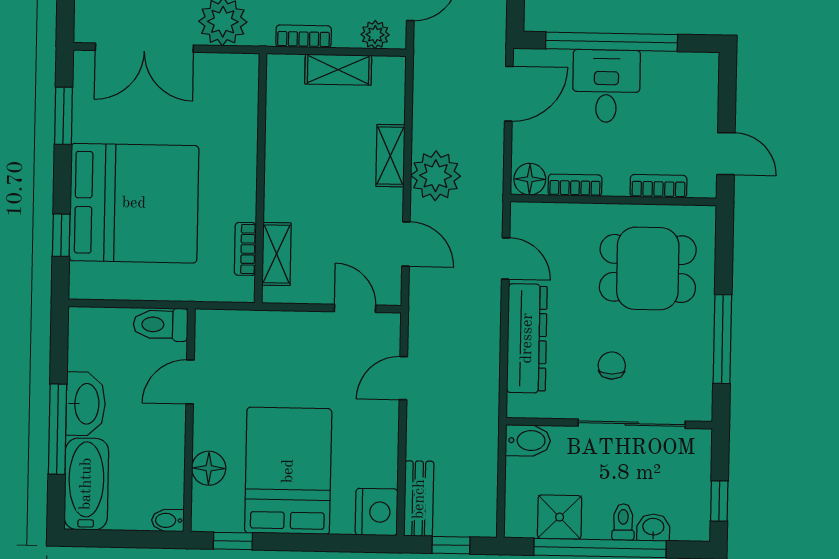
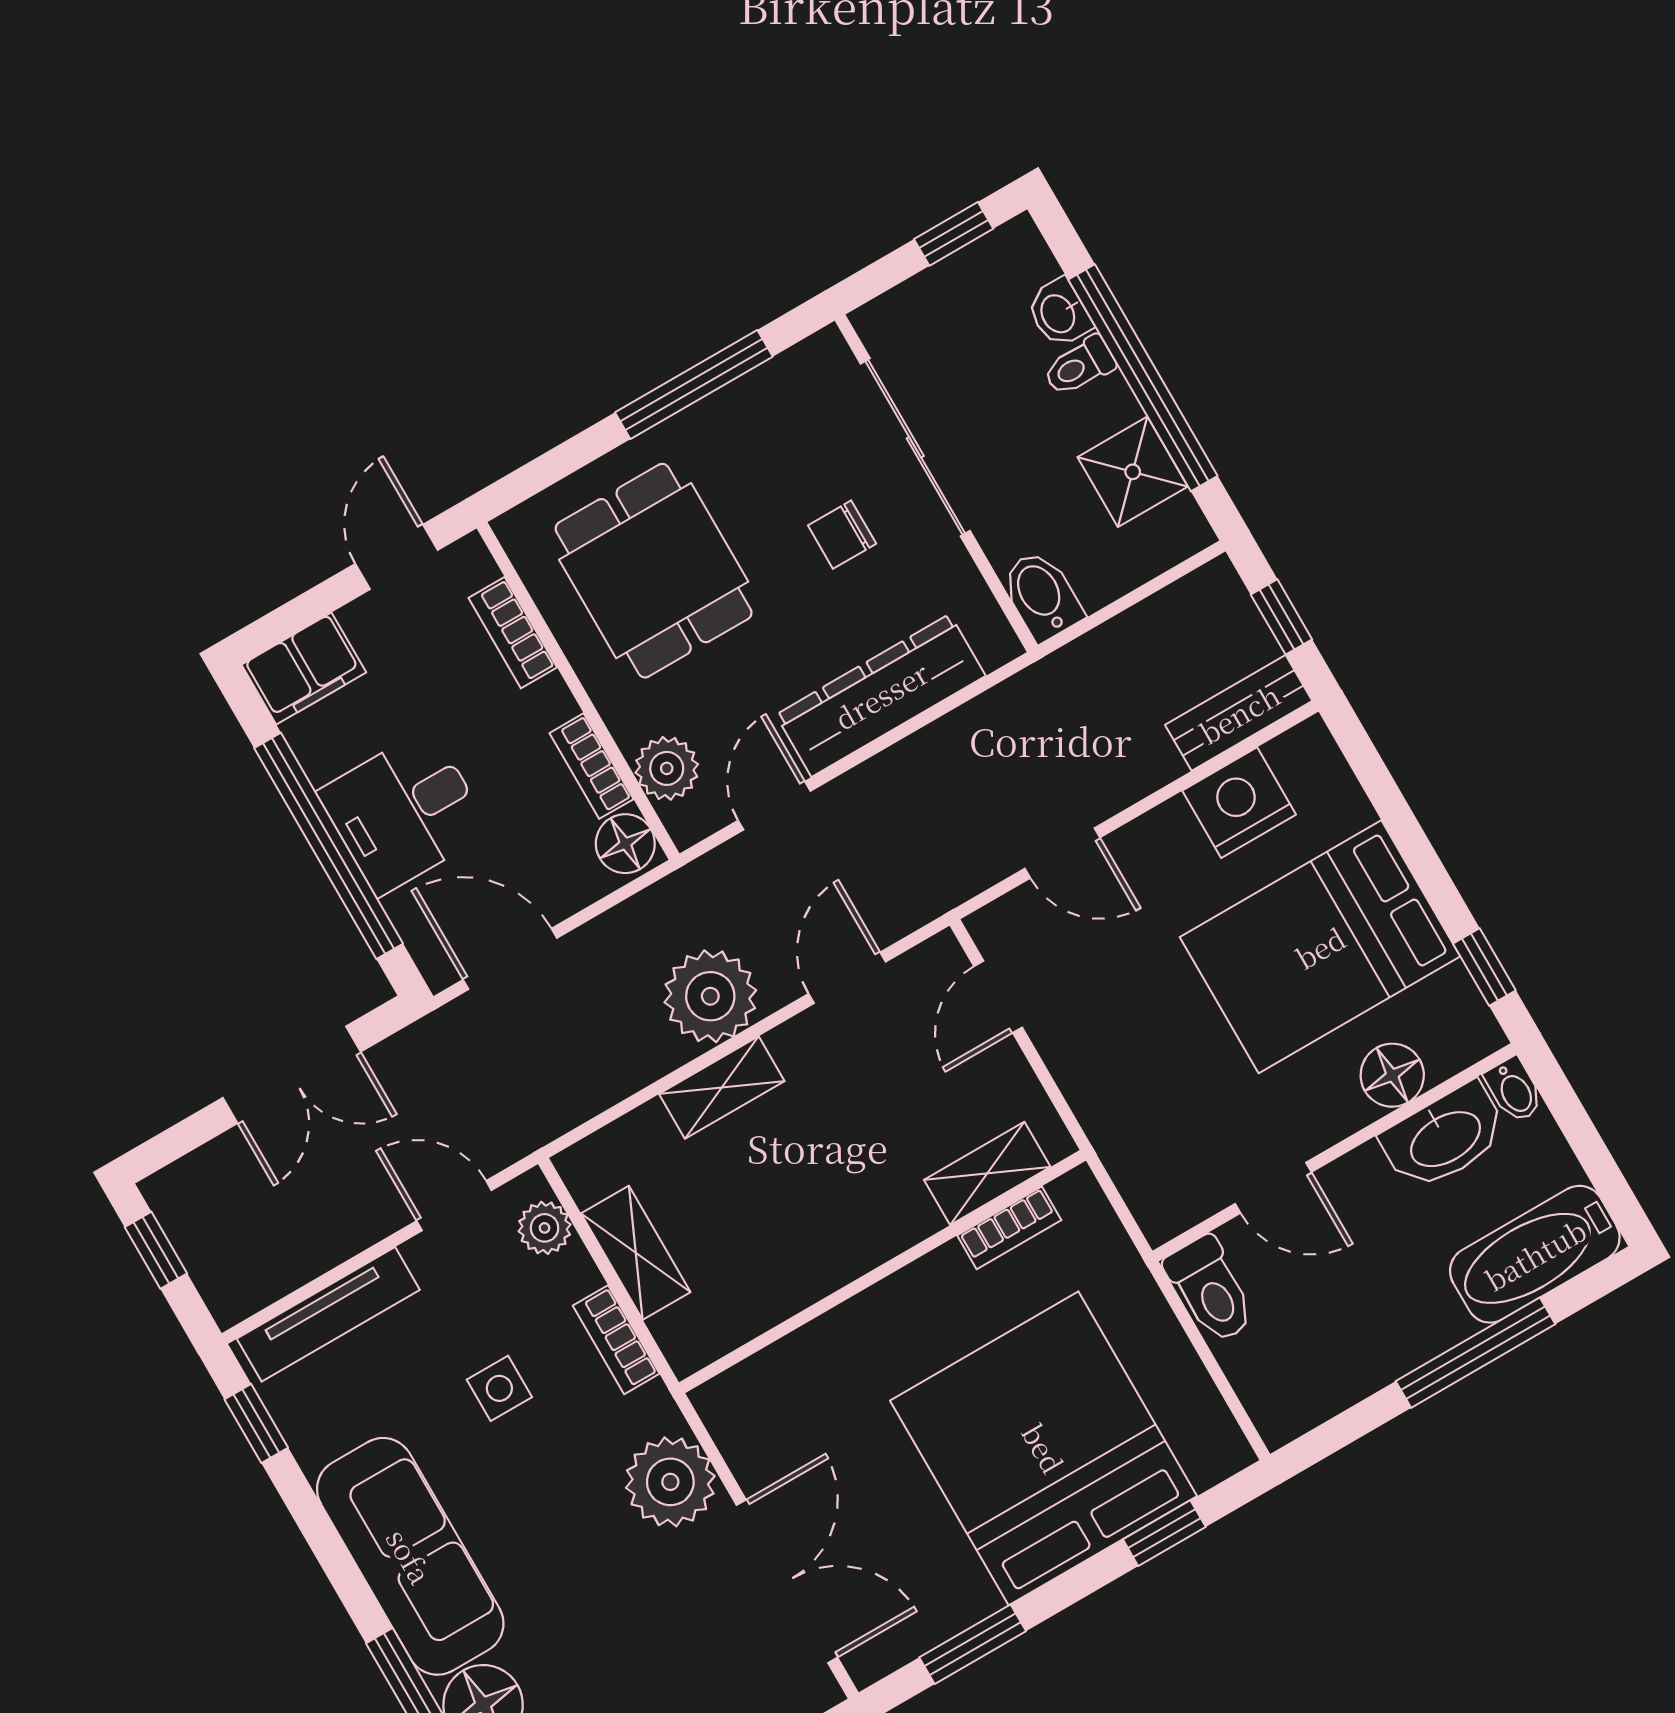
filing cabinet: (700, 80) -> (304, 669), added
plant: (553, 219) -> (667, 768), added
washbasin: (86, 404) -> (1444, 1137), moved, turned 180
nightstand: (376, 512) -> (1239, 803), moved

